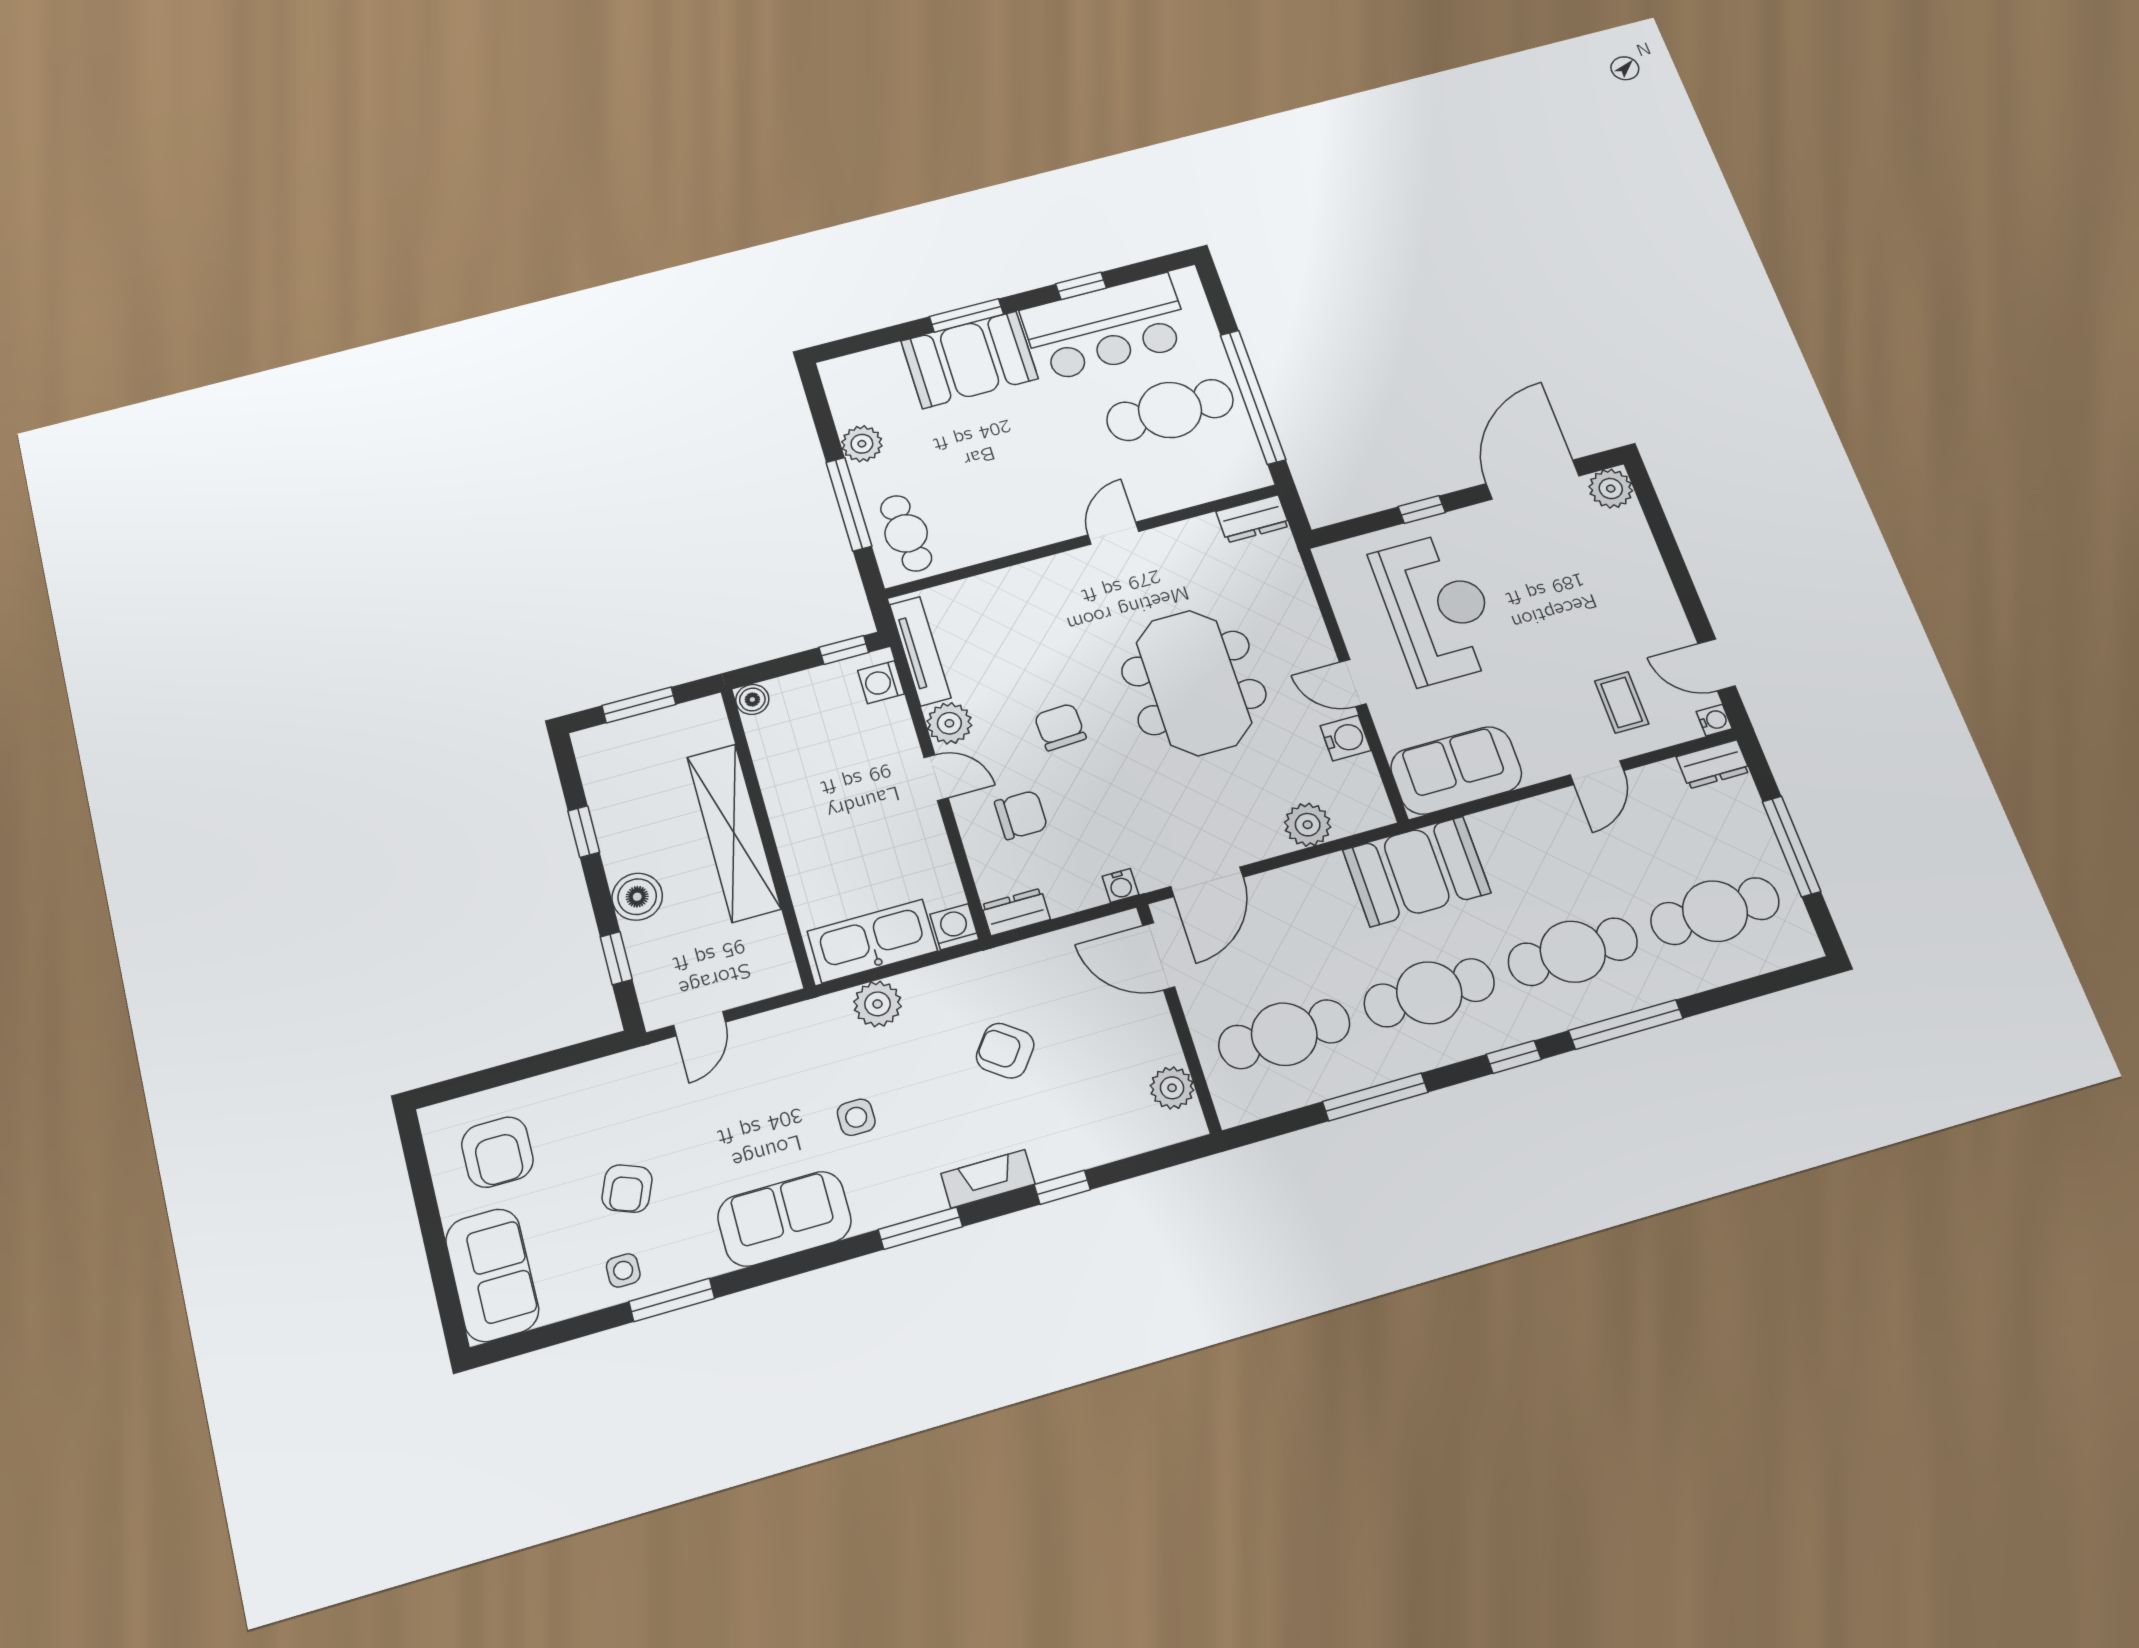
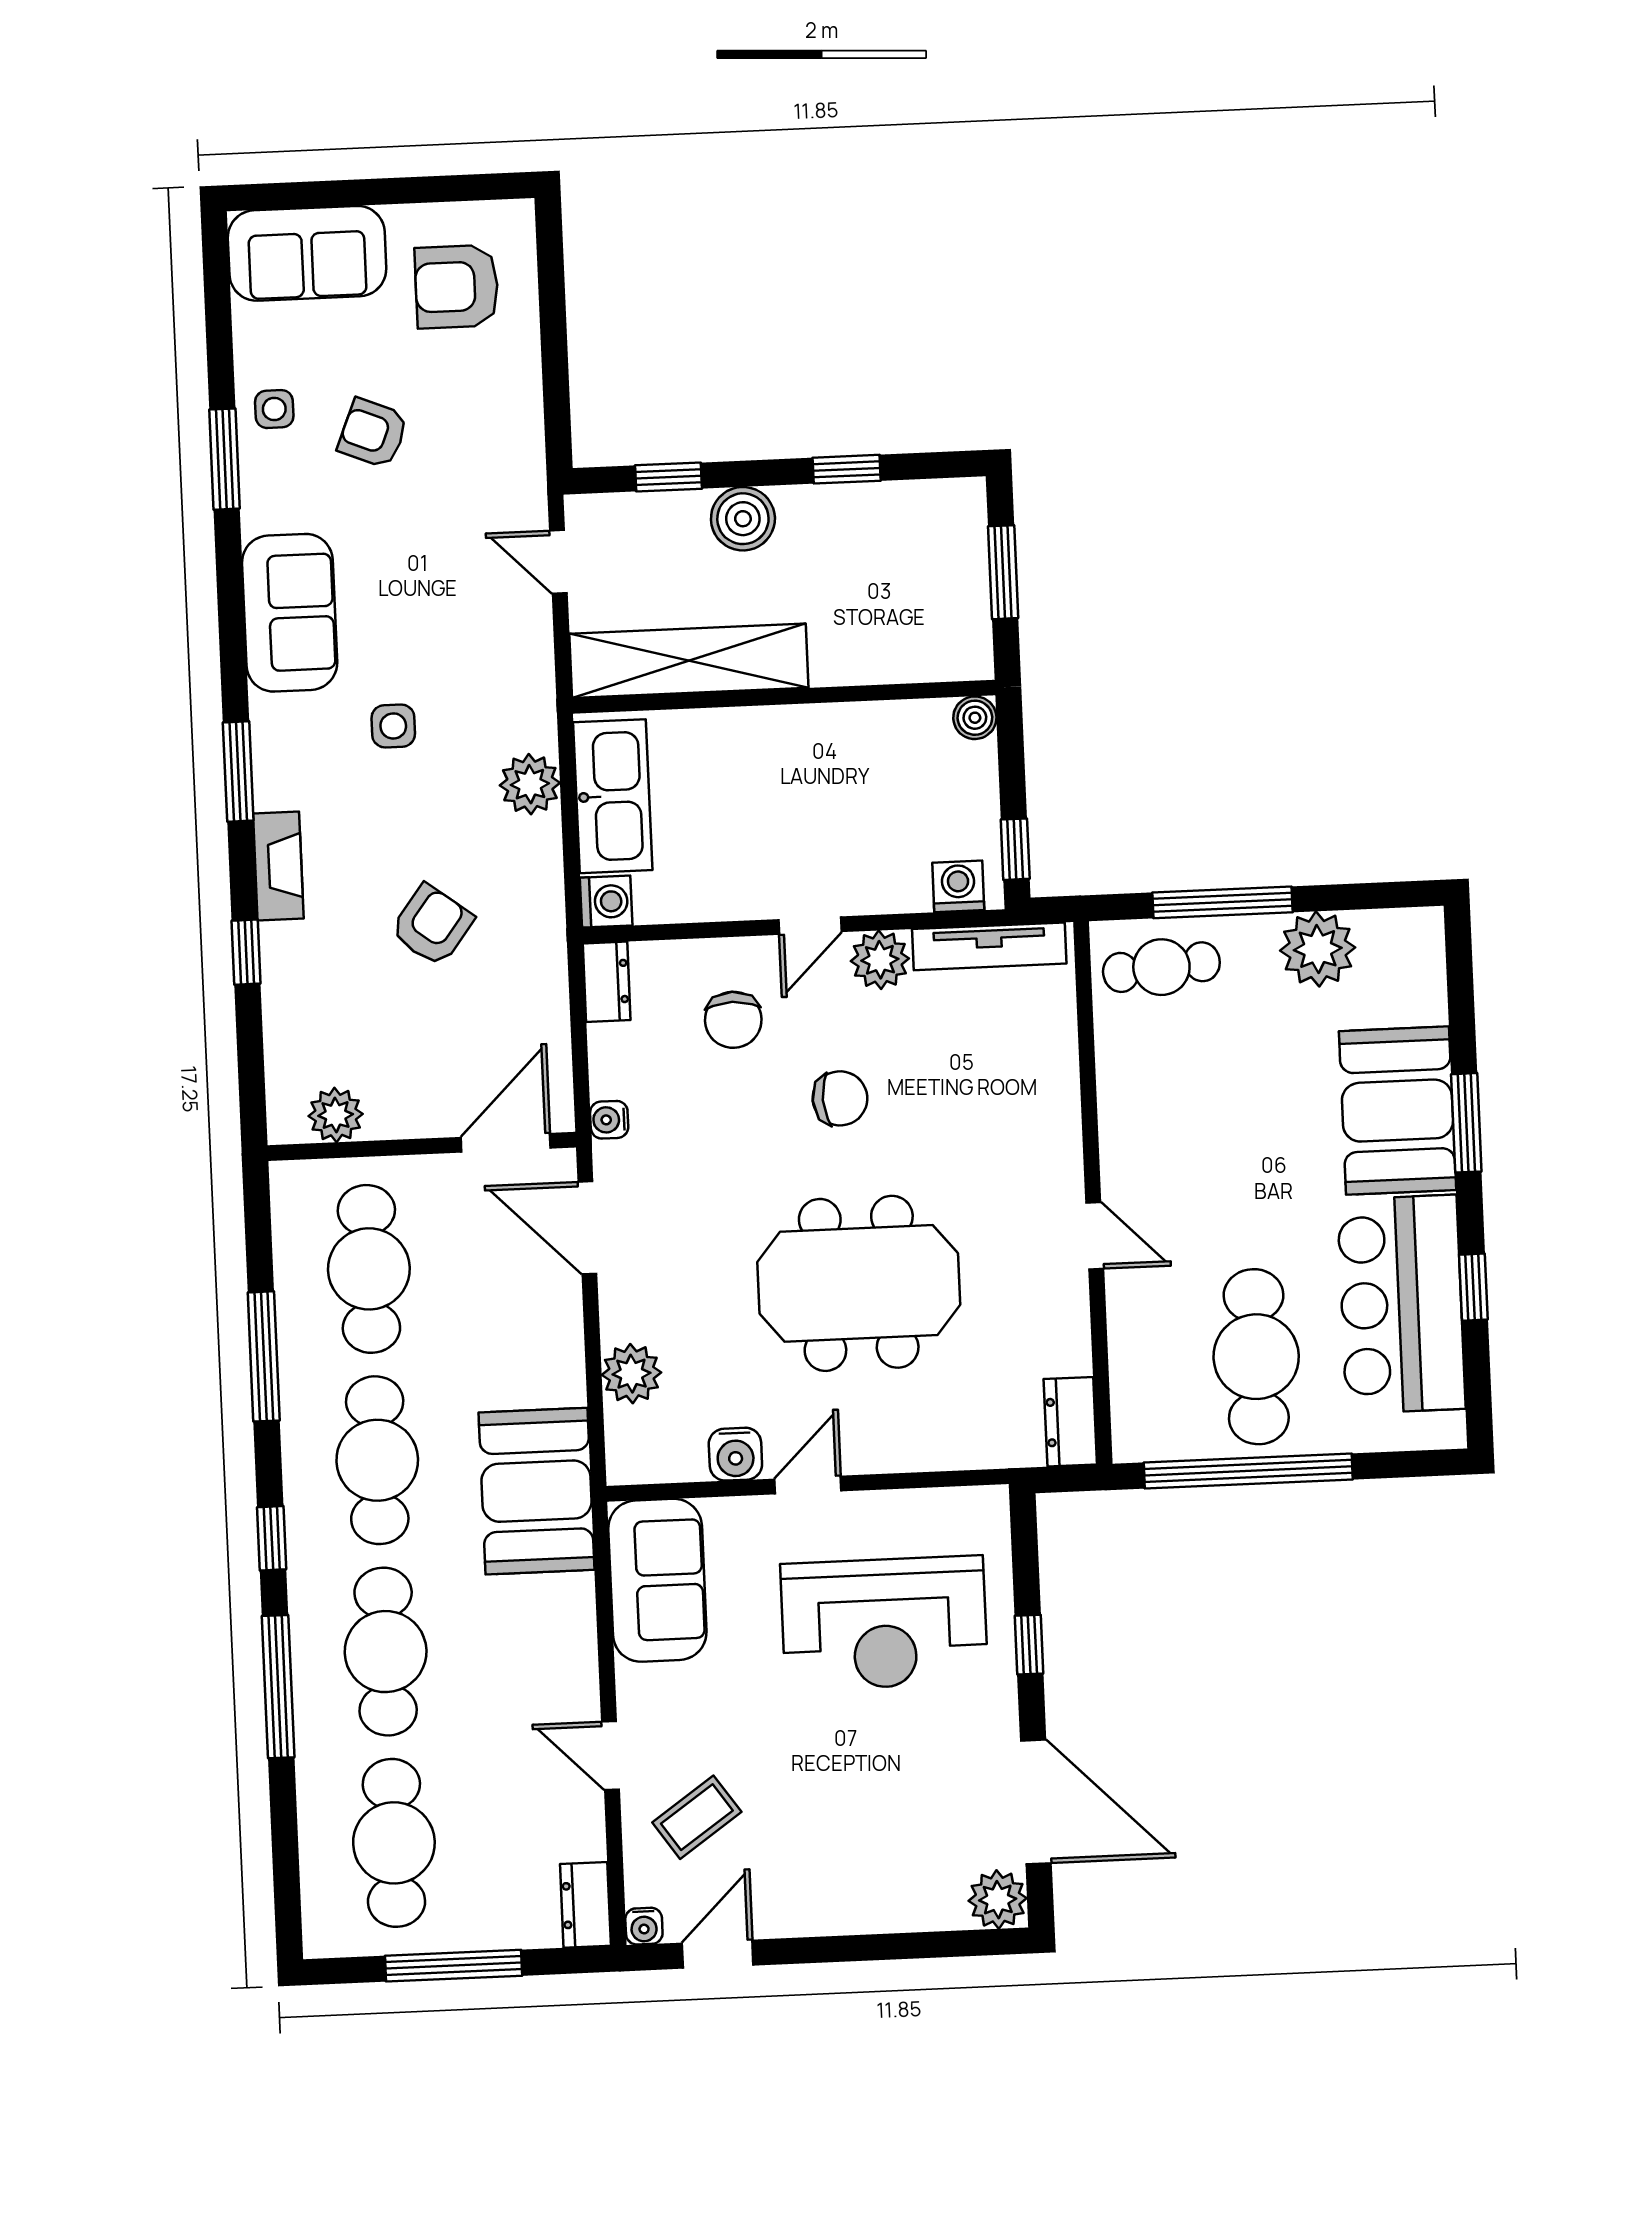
plant: (862, 444) -> (1318, 949), width x1.36, depth x1.36
coffee table: (1622, 702) -> (697, 1817), turned -35
shelving: (734, 833) -> (689, 661), moved

